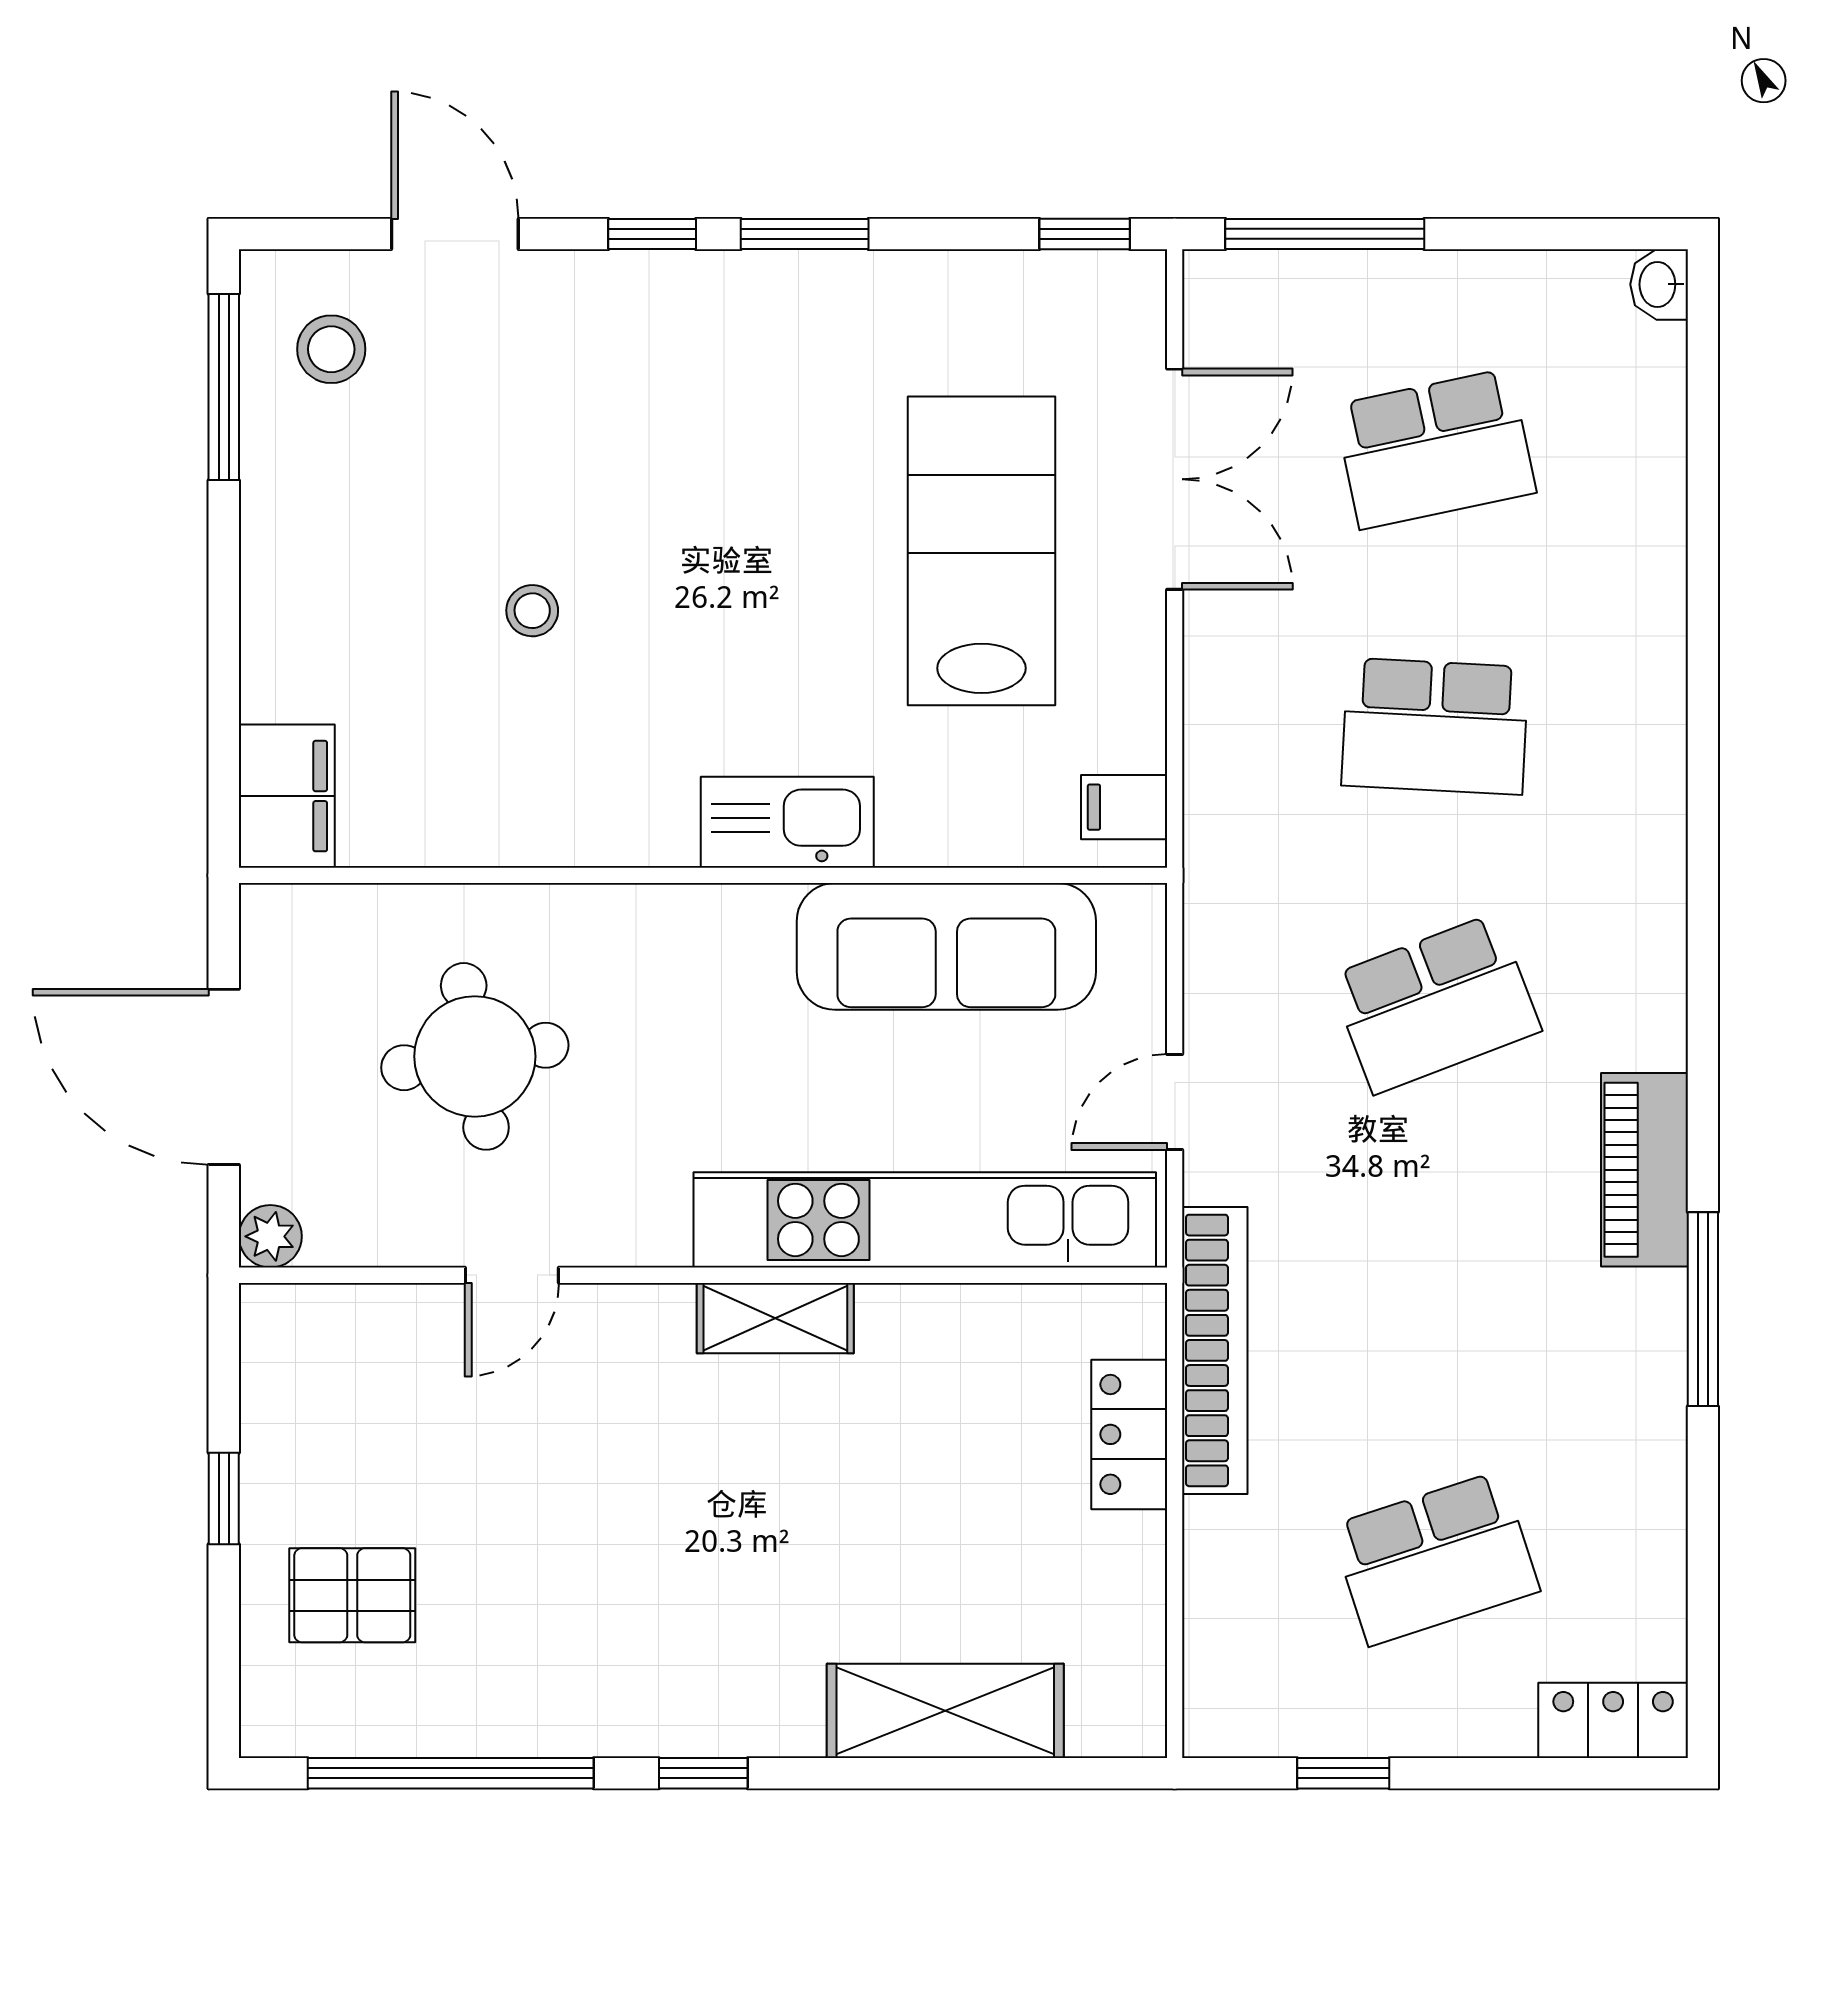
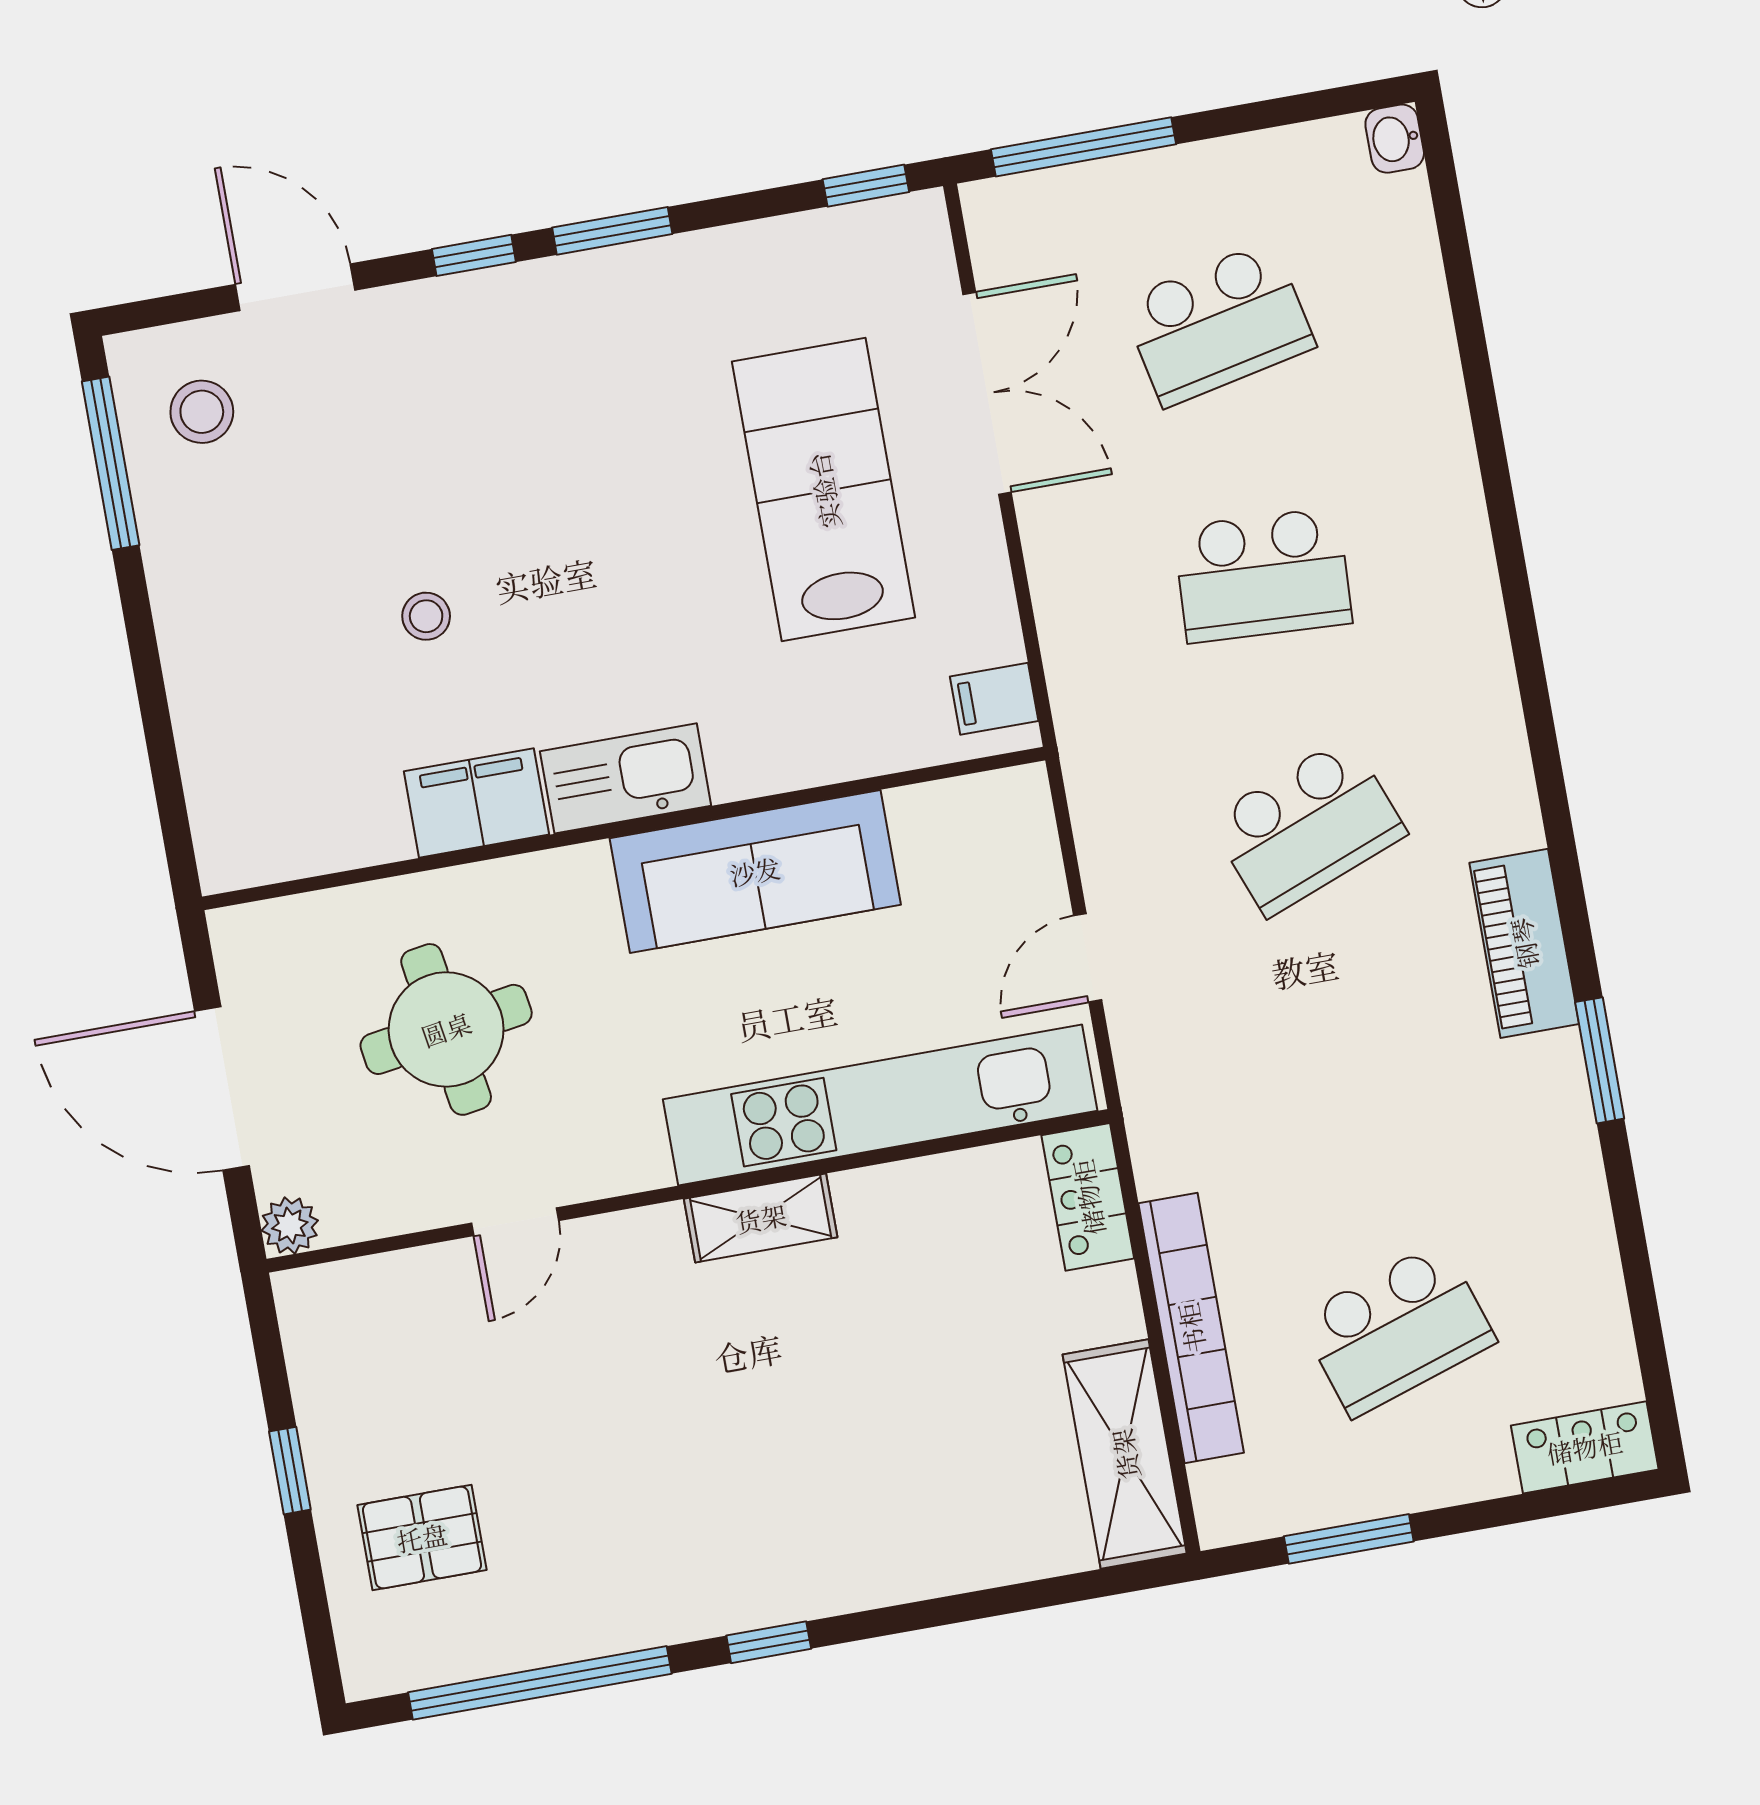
filing cabinet: (287, 796) -> (476, 803), moved, turned -90
kitchen sink: (787, 822) -> (626, 778), moved
sofa: (946, 946) -> (755, 871), moved
window: (1703, 1309) -> (1600, 1060), width x0.69
bookcase: (1215, 1350) -> (1191, 1328), moved
locker: (1129, 1434) -> (1088, 1197), moved
shelving: (945, 1711) -> (1125, 1454), moved, turned 90
window: (1343, 1773) -> (1349, 1539), width x1.50

